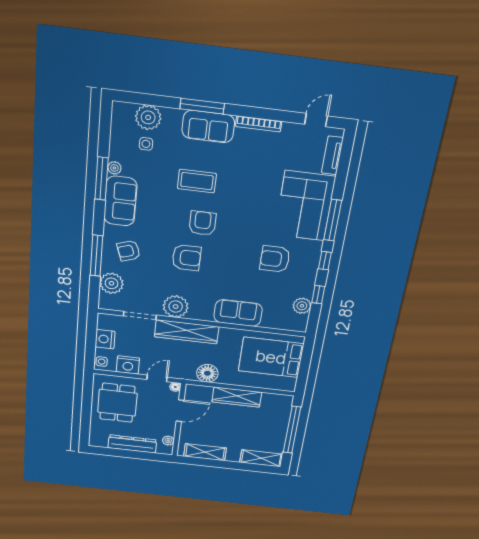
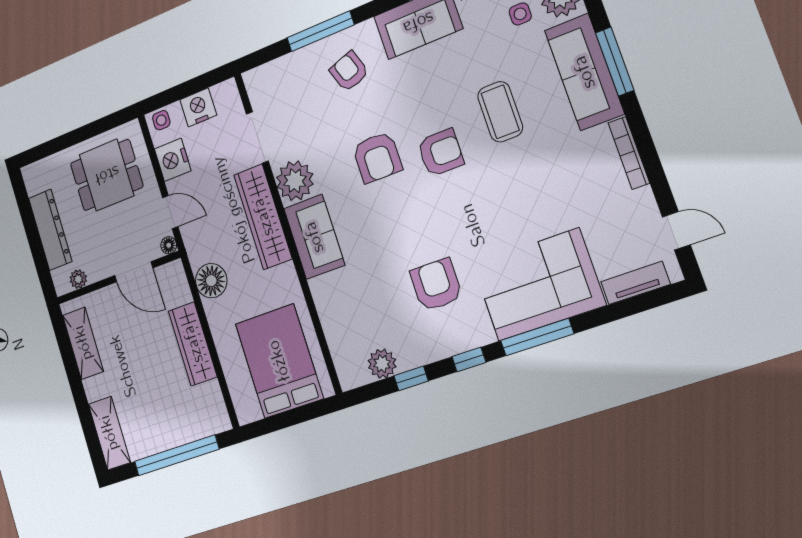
sofa: (208, 126) -> (584, 72), width x1.36
plant: (111, 283) -> (288, 73), removed
sofa: (238, 313) -> (314, 237), moved

